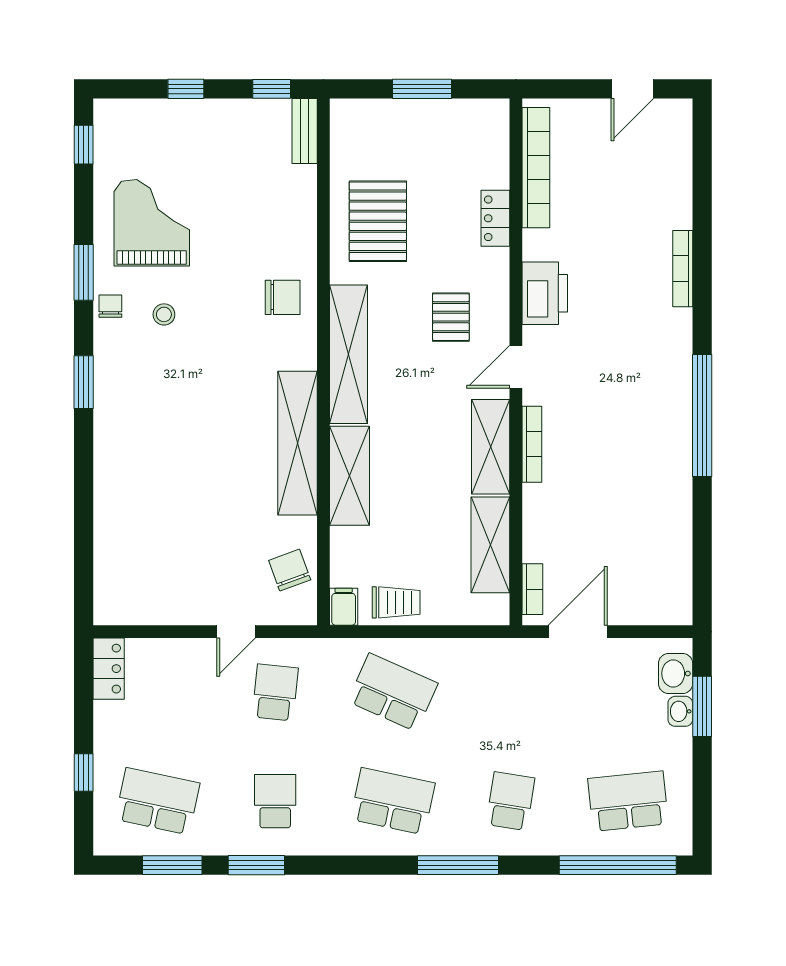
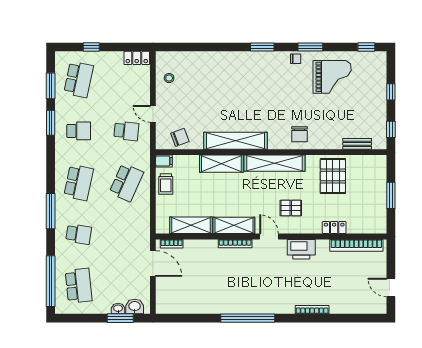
bench: (305, 131) -> (357, 144), moved
pallet: (378, 221) -> (333, 176), turned 90
stool: (164, 314) -> (169, 78), moved

